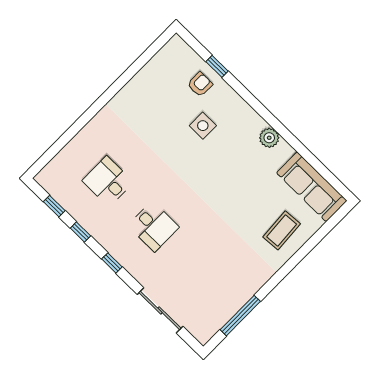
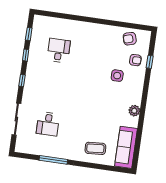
armchair: (164, 70) -> (130, 39), added
desk: (153, 226) -> (48, 124), moved
window: (240, 316) -> (53, 160), moved

